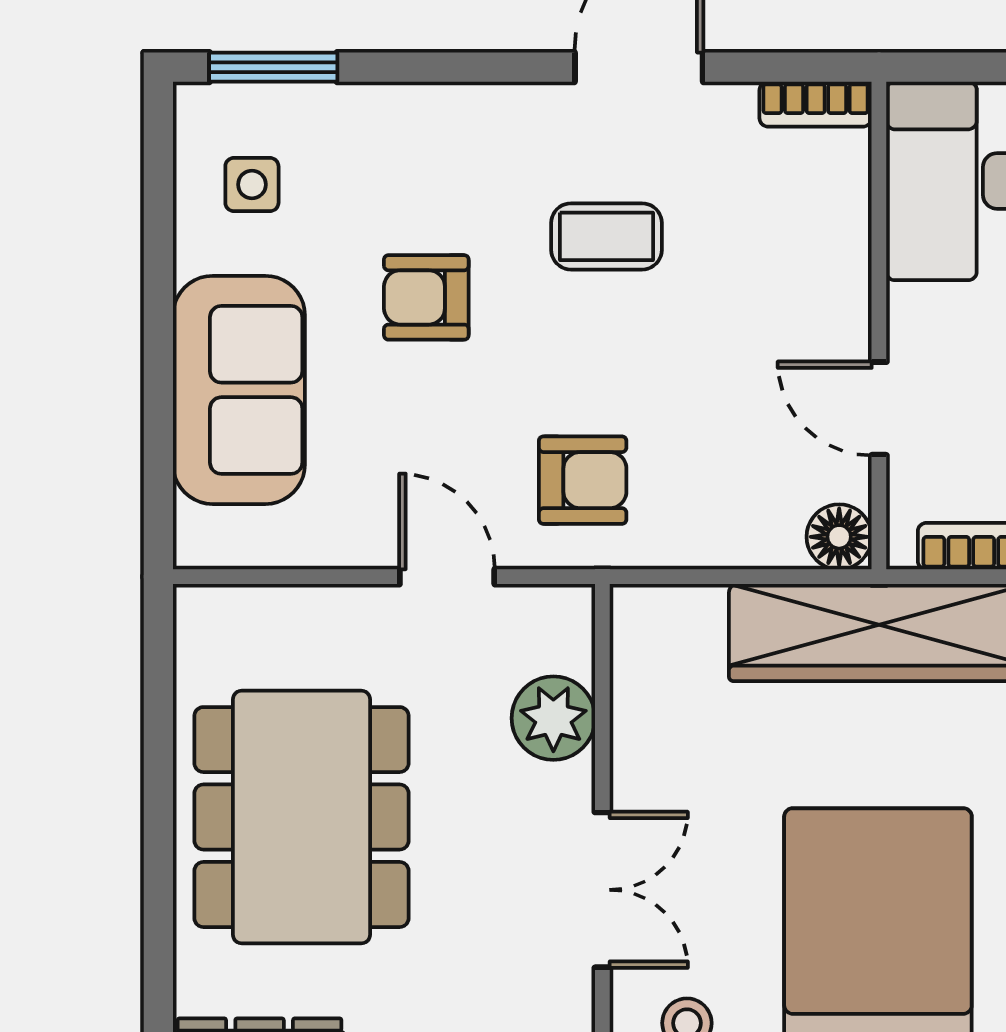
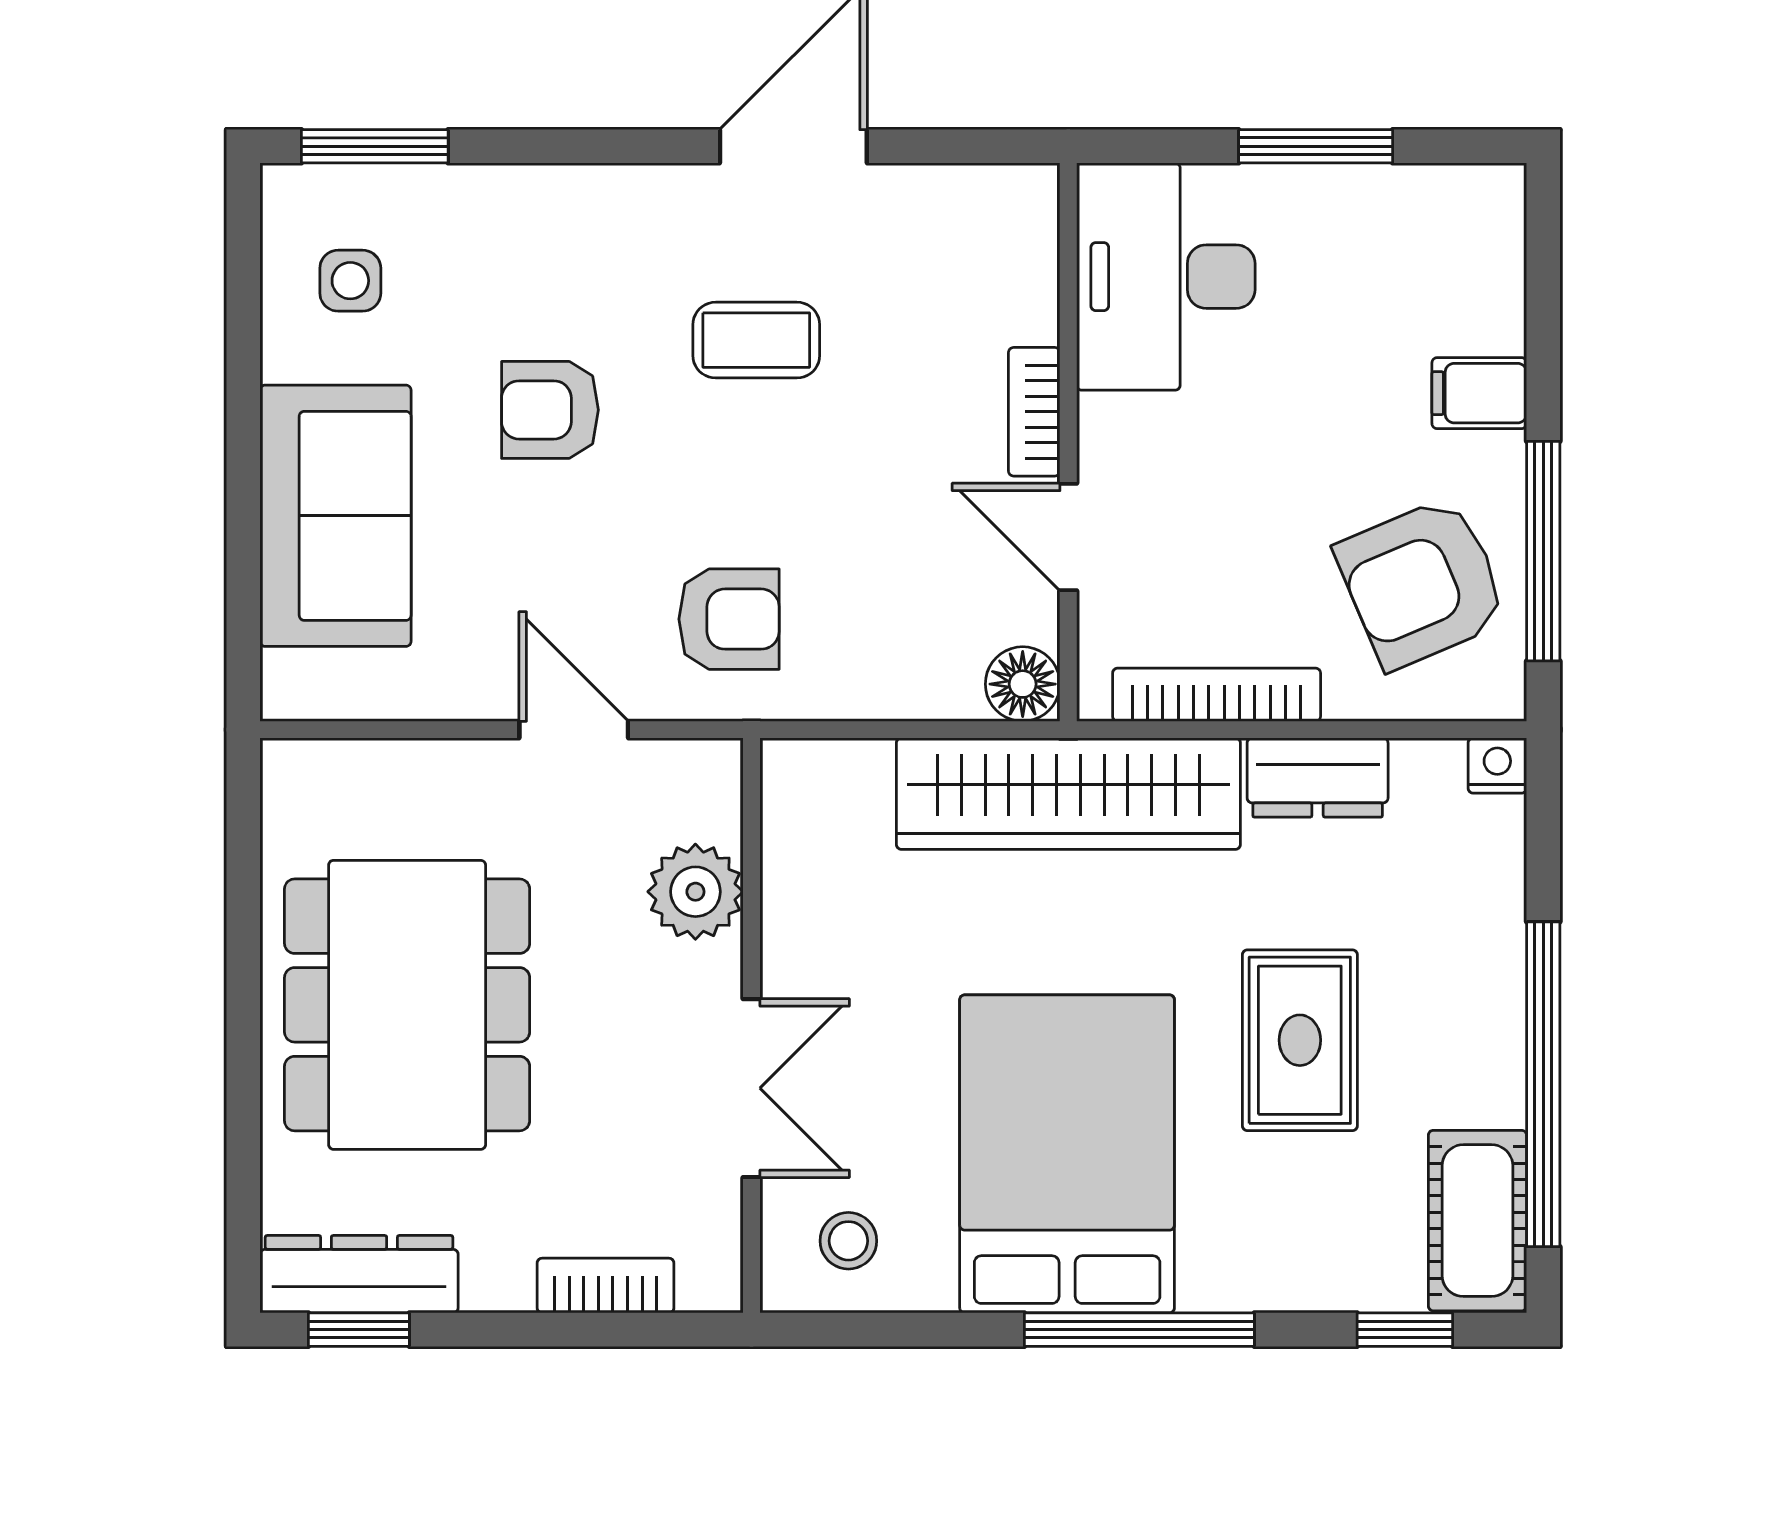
bookcase: (816, 104) -> (1034, 412), moved, turned 90

